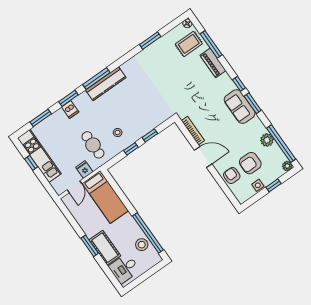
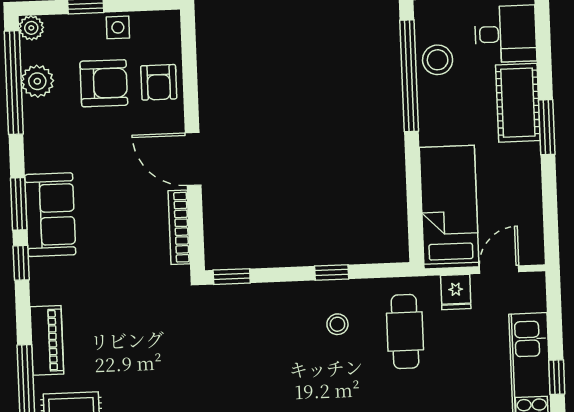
window: (150, 136) -> (232, 277), moved
plant: (267, 140) -> (37, 81), moved

